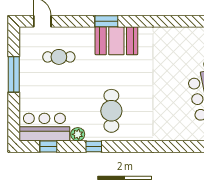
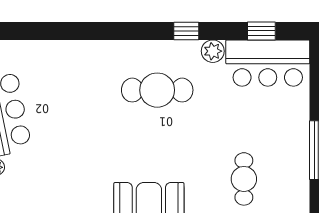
cafe table: (59, 57) -> (244, 179), turned 90
cafe table: (111, 111) -> (157, 90), turned 90

